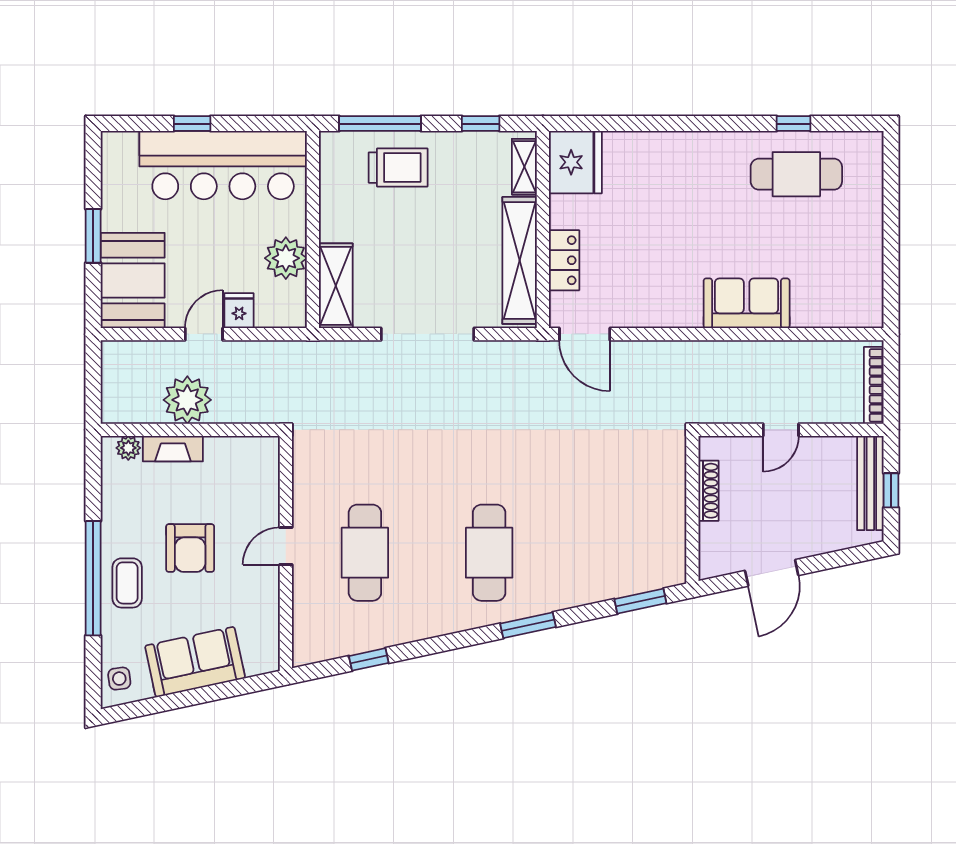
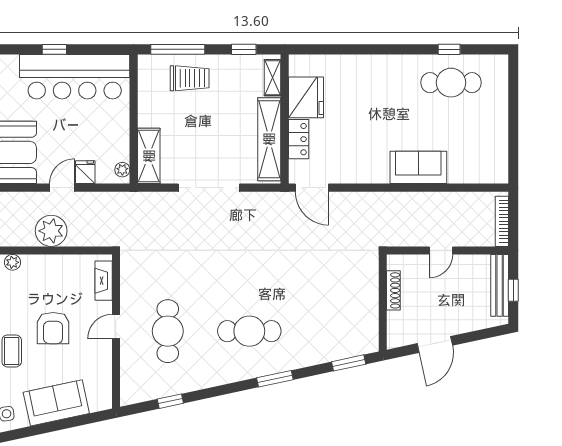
fridge: (575, 162) -> (306, 97), moved
plant: (286, 258) -> (122, 170), moved, width x0.53, depth x0.53
fireplace: (173, 449) -> (104, 281), moved, turned 90
cafe table: (489, 553) -> (249, 331), turned 90

